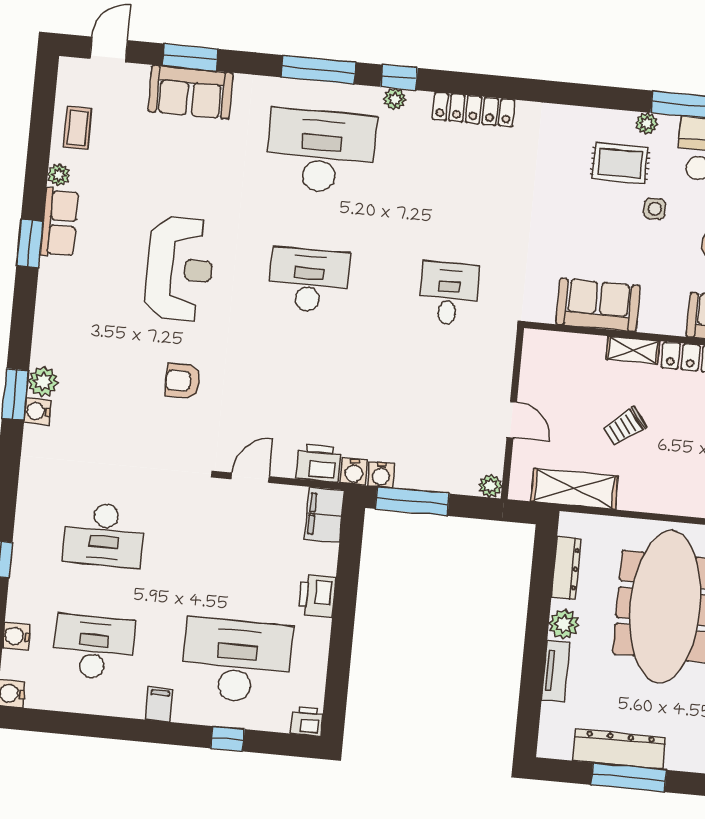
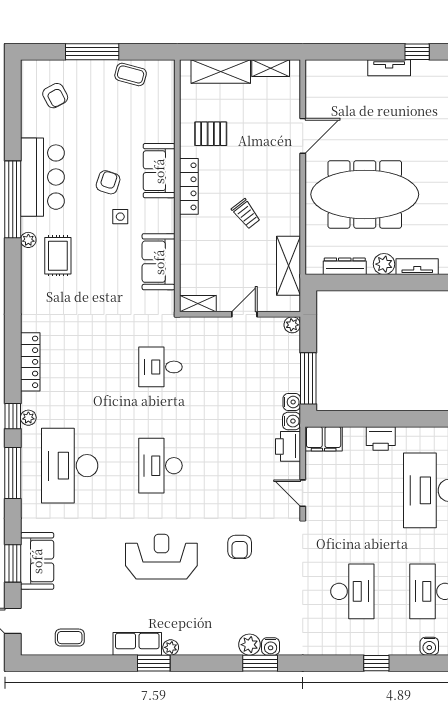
plant: (59, 175) -> (171, 647), moved
side table: (655, 209) -> (120, 217), moved
shelving: (633, 350) -> (198, 304), moved, turned 90
trolley: (625, 427) -> (246, 214), moved

